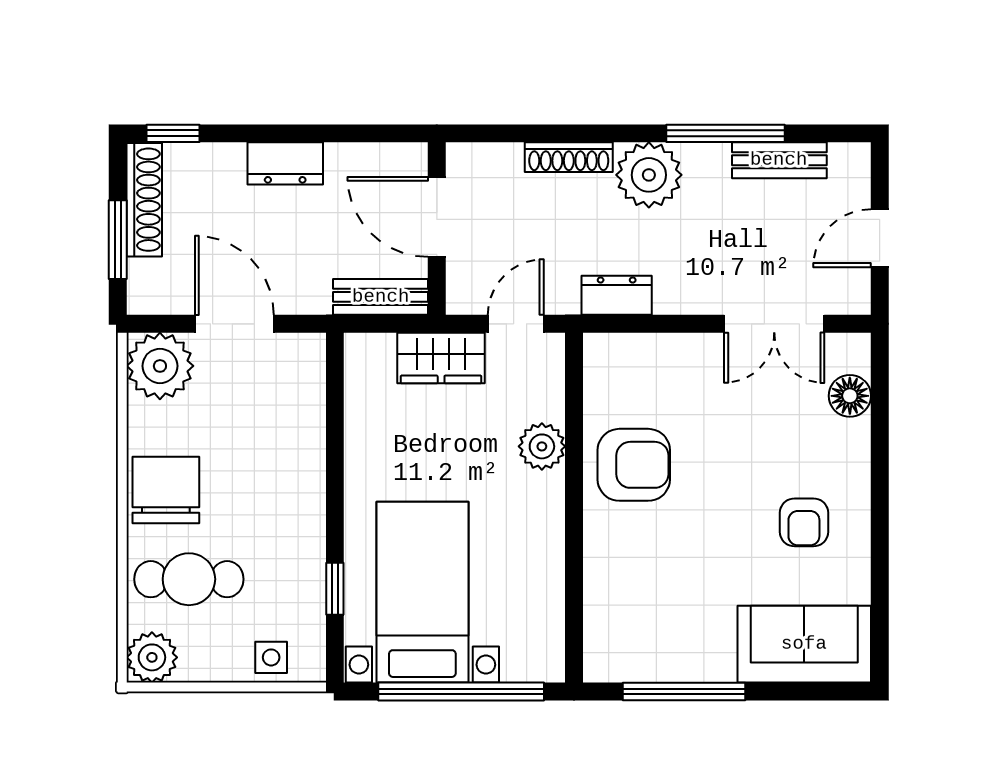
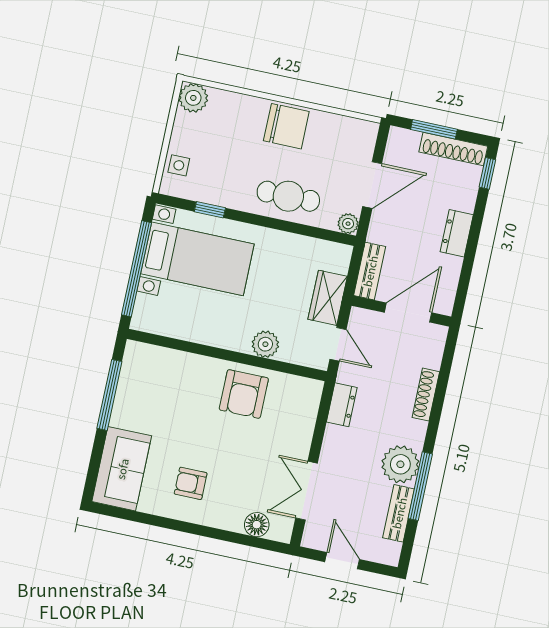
plant: (649, 175) -> (400, 464), moved
plant: (160, 366) -> (348, 224), moved, width x0.53, depth x0.53
cafe table: (189, 579) -> (288, 196), moved, turned 90

